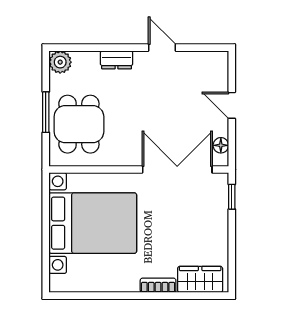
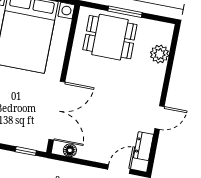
dresser: (117, 60) -> (144, 146), moved
plant: (60, 62) -> (160, 54), moved
door: (232, 105) -> (119, 169), moved

